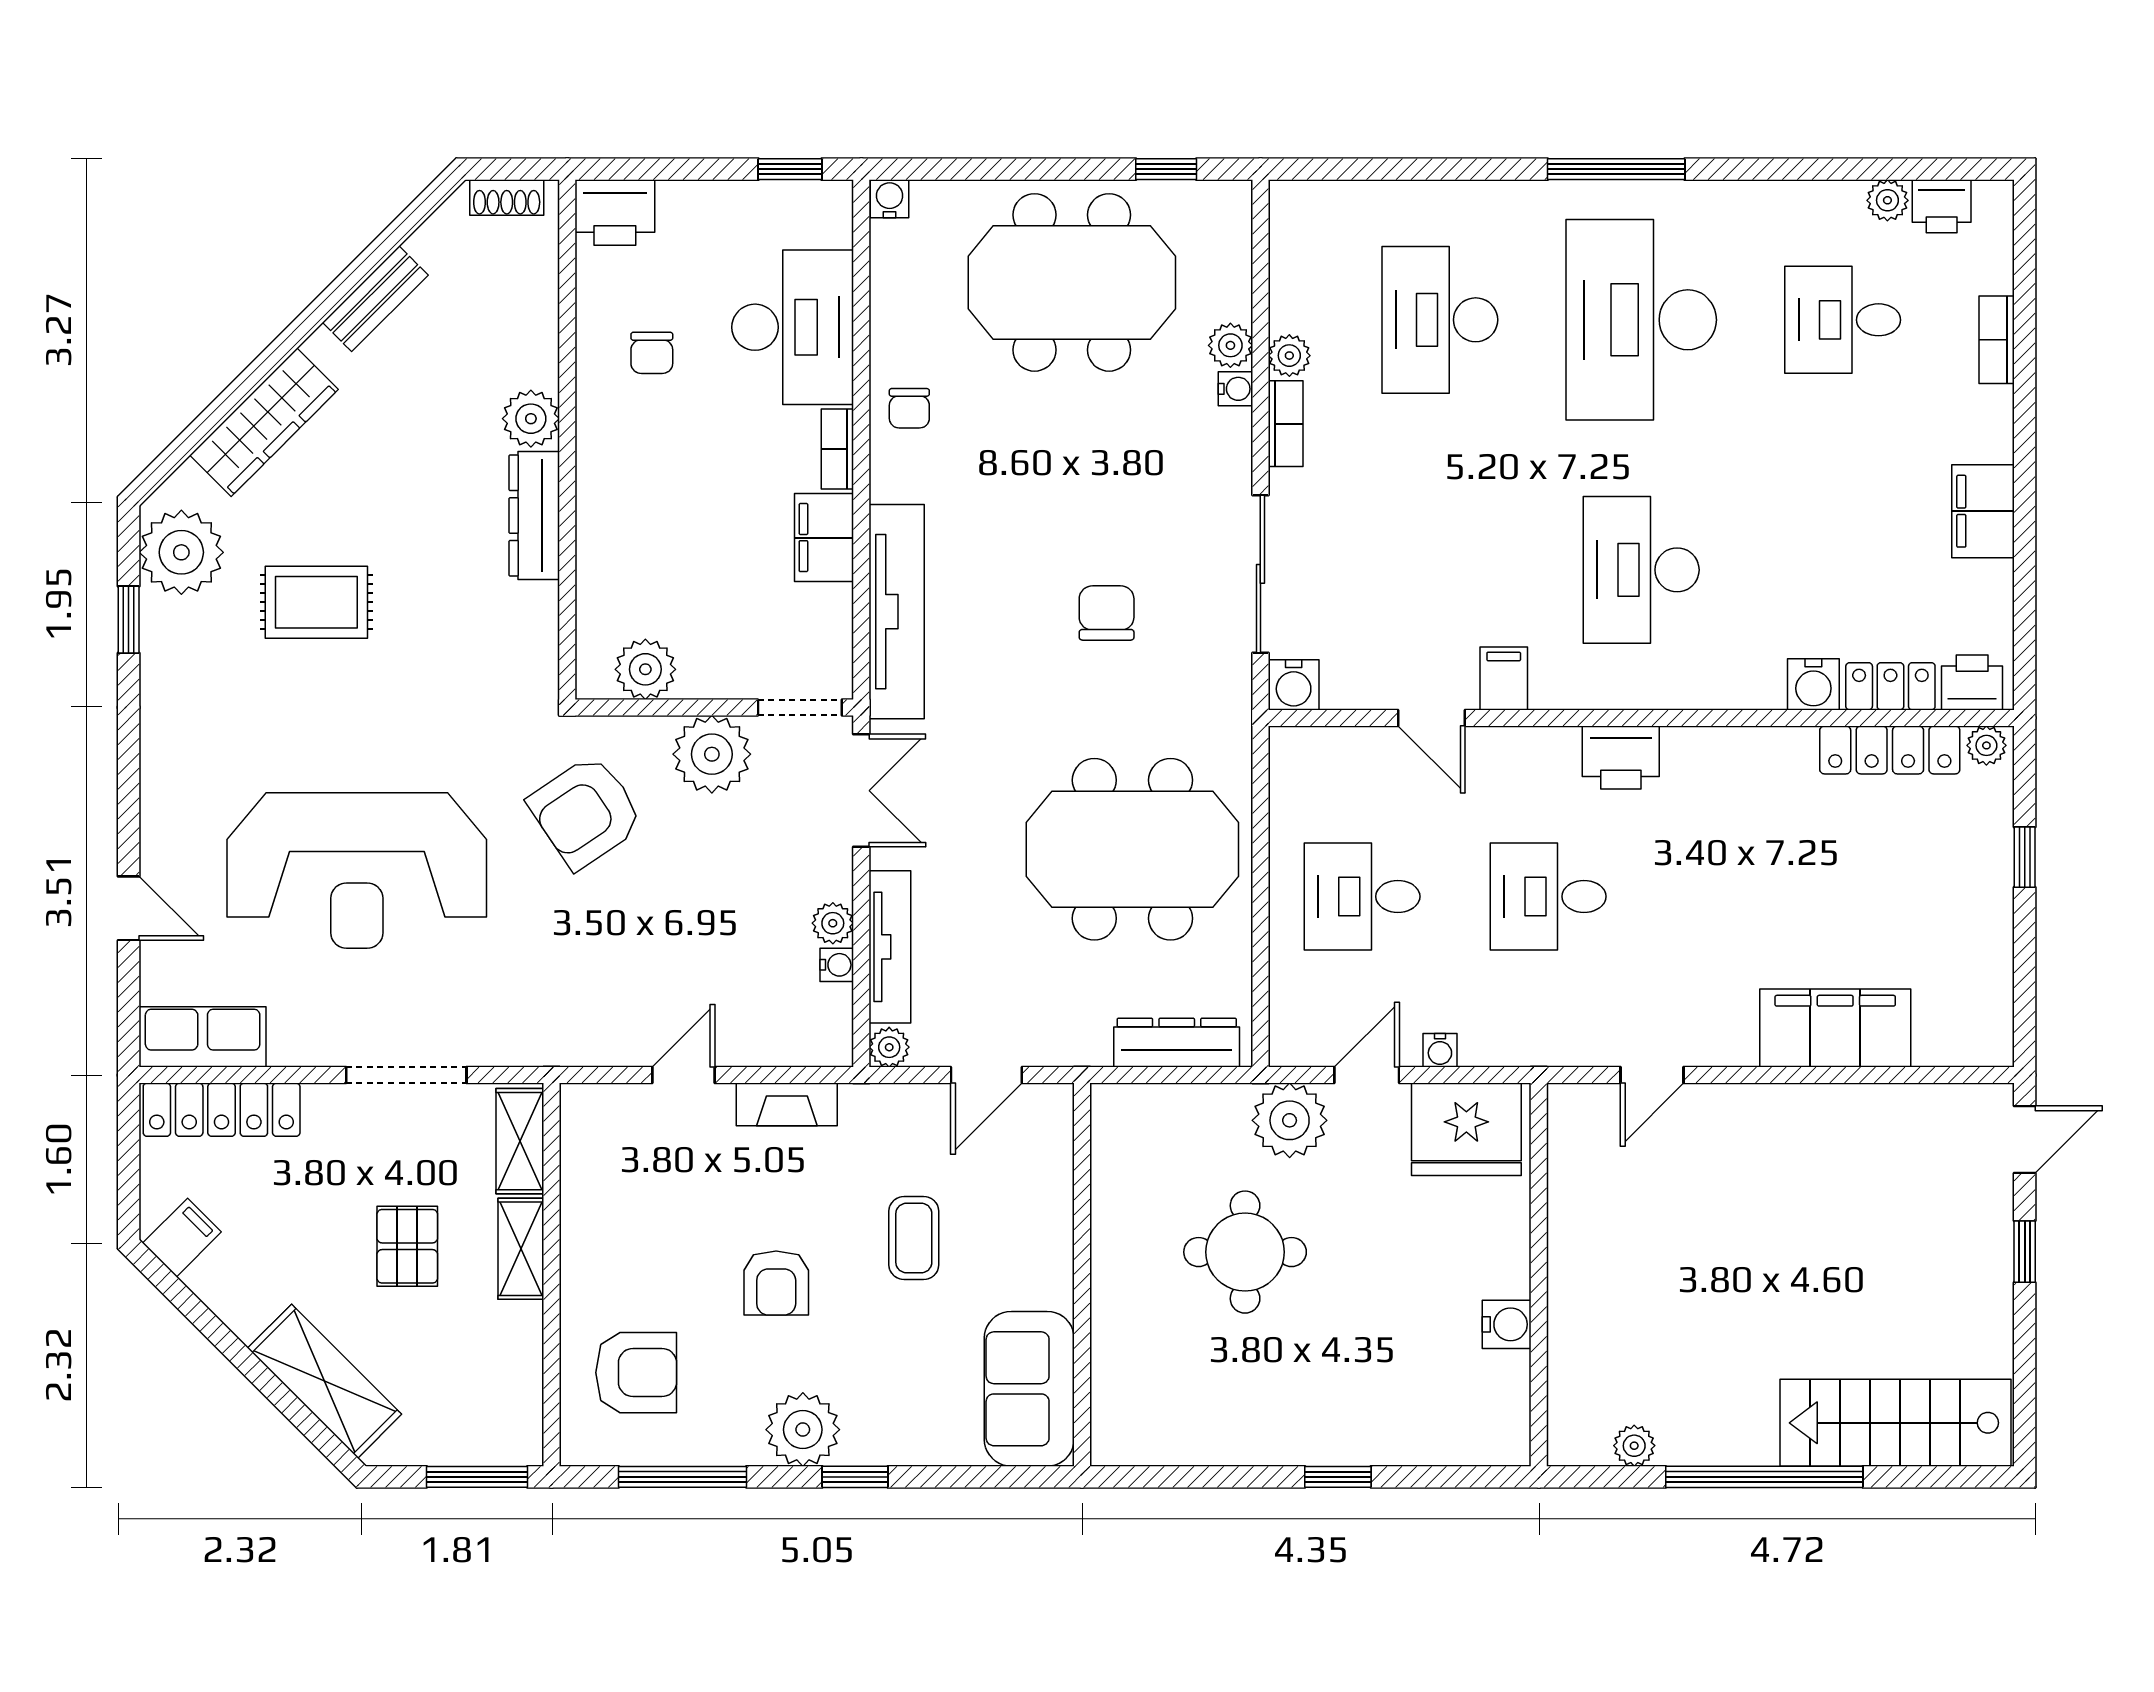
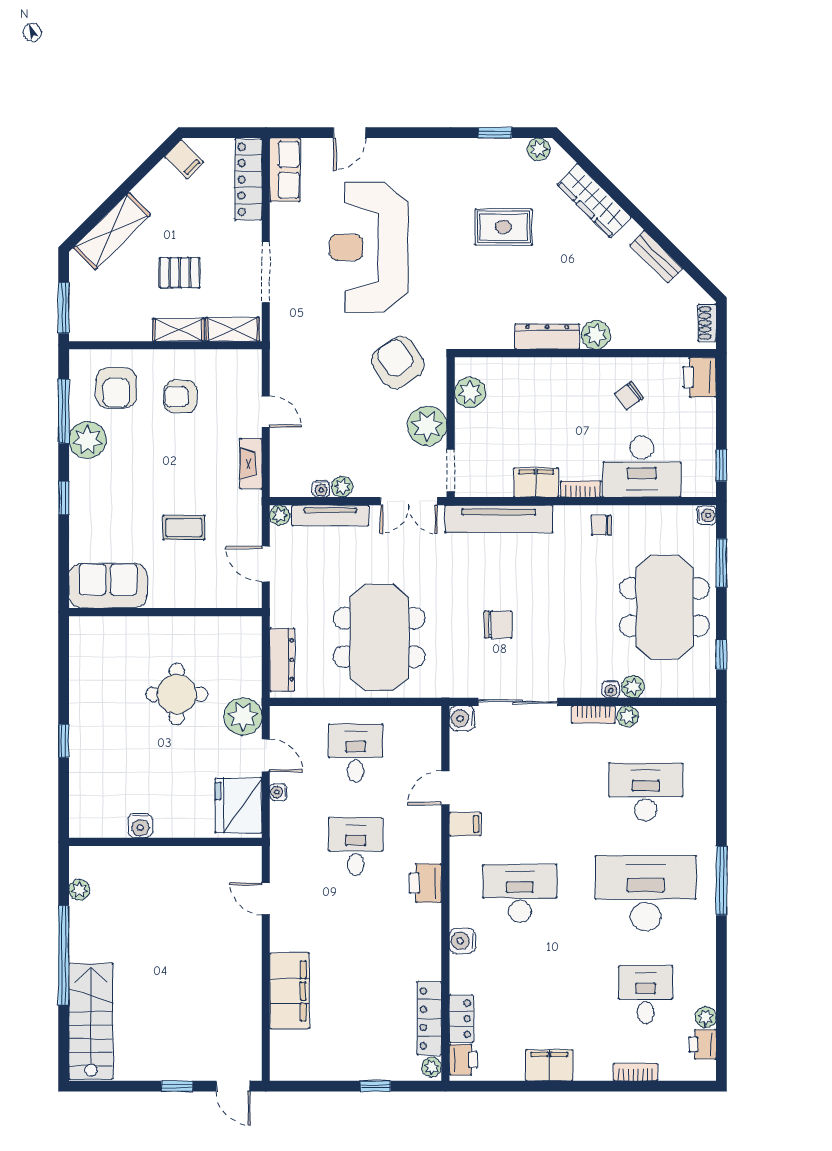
window: (984, 169) -> (721, 563), added
chair: (652, 353) -> (629, 396), turned -36
plant: (181, 552) -> (539, 149), width x0.53, depth x0.53
rug: (316, 602) -> (504, 227), turned 90
water cooler: (1813, 684) -> (462, 941), moved
armchair: (776, 1283) -> (180, 397), moved
plant: (803, 1430) -> (87, 440), moved

